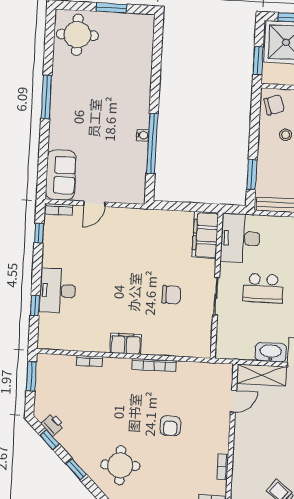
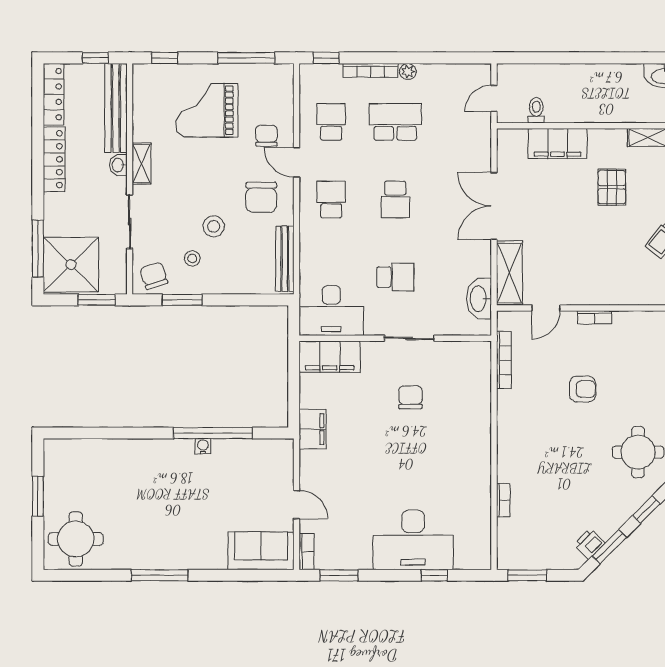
window: (252, 174) -> (182, 300), moved
window: (39, 233) -> (339, 575), width x1.50
school desk: (263, 288) -> (395, 277), width x0.54
desk: (58, 291) -> (413, 540), width x1.36, depth x1.30
filing cabinet: (126, 344) -> (313, 429), moved, turned 180
washbasin: (271, 352) -> (479, 299), moved
bookcase: (154, 365) -> (504, 360), moved
door: (233, 401) -> (546, 308), swing flipped
window: (50, 440) -> (609, 547), width x1.50
bookcase: (223, 467) -> (594, 317), moved

